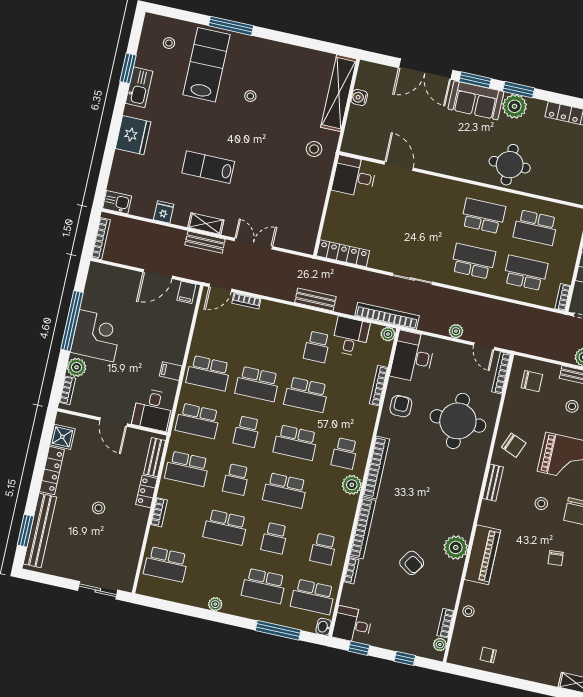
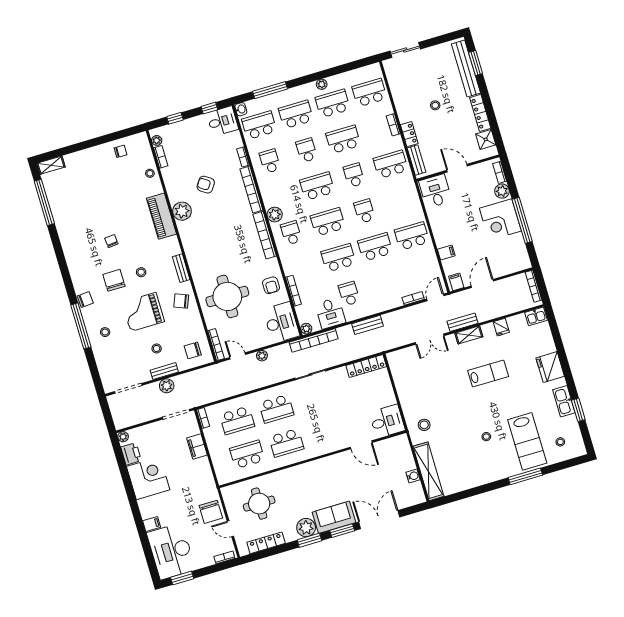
round table: (510, 165) -> (259, 504), moved
filing cabinet: (171, 371) -> (446, 253), moved
school desk: (198, 421) -> (333, 104), moved

